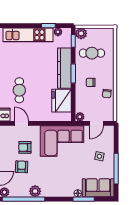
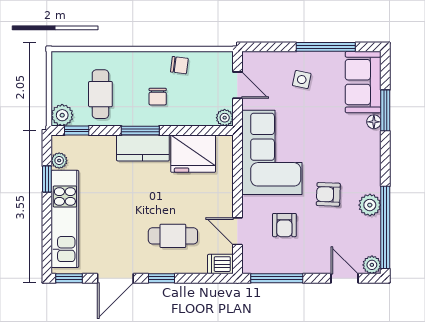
kitchen counter: (64, 68) -> (143, 148), width x0.67
door: (22, 123) -> (237, 231), hinge flipped
armchair: (22, 167) -> (328, 194), moved

